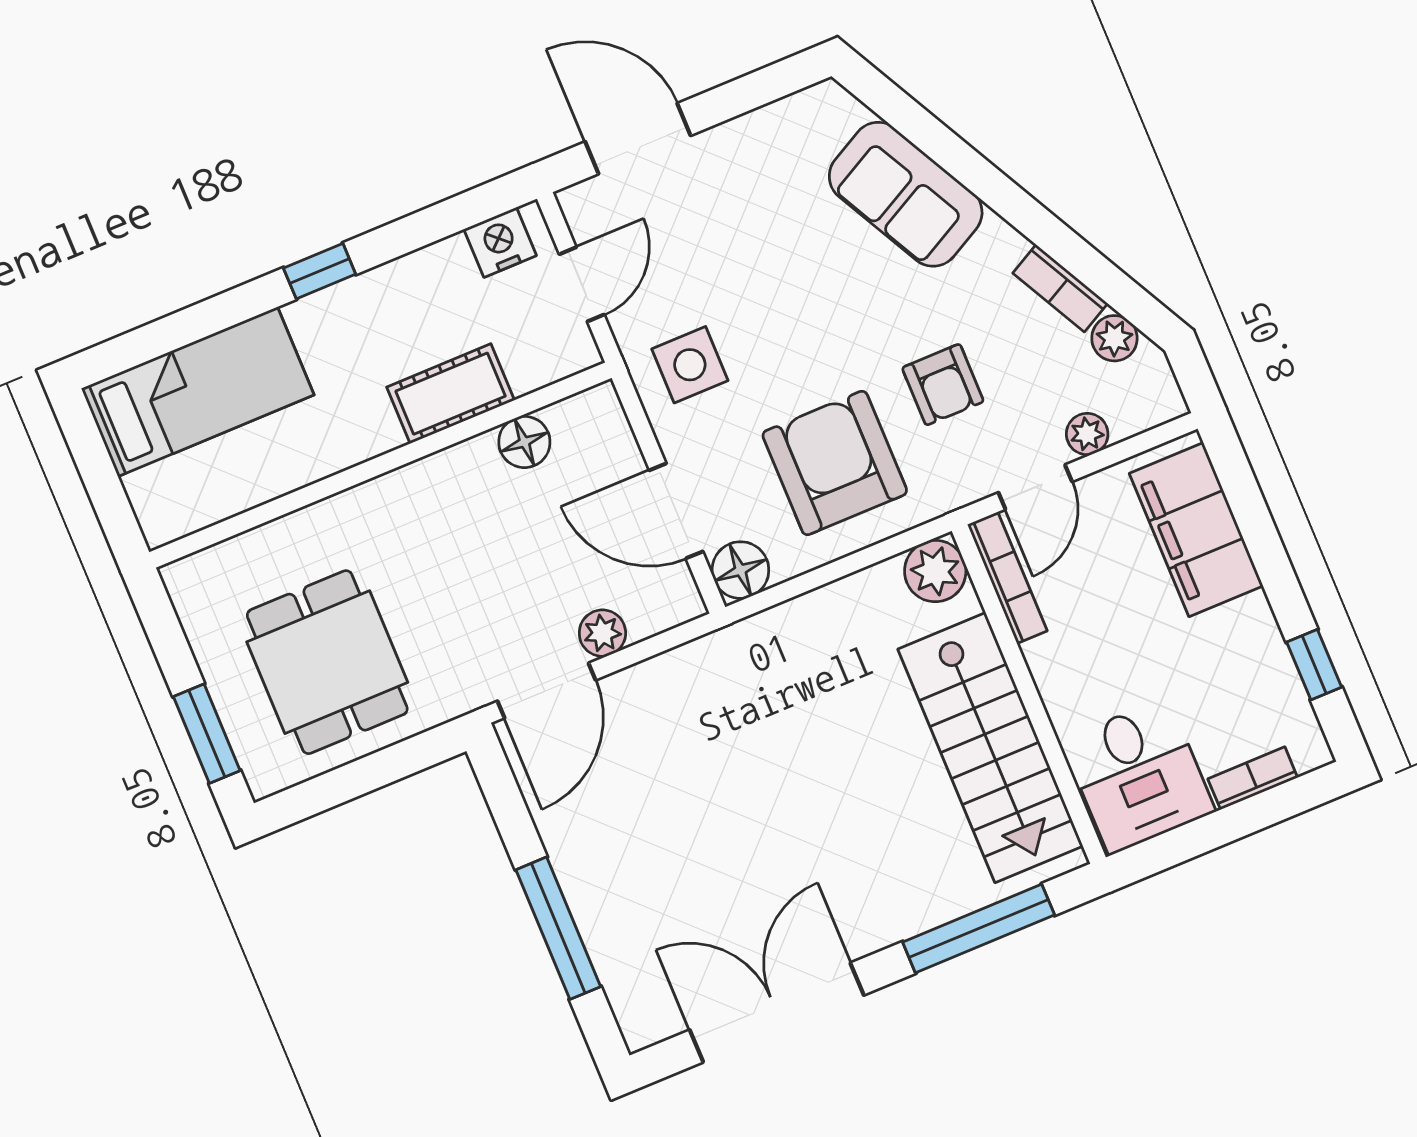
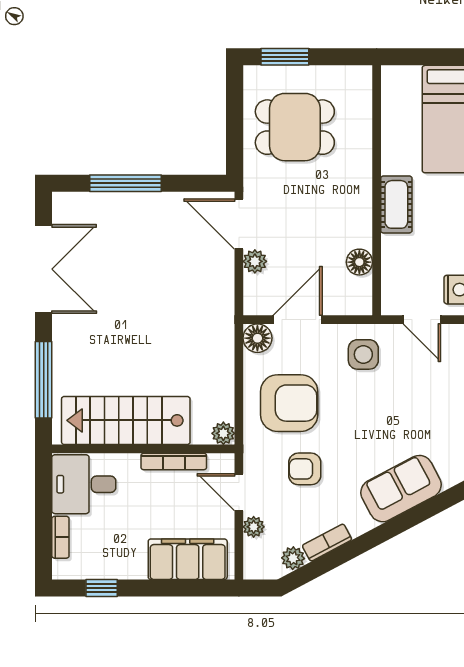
cot: (451, 394) -> (396, 204), moved
plant: (935, 571) -> (223, 433), width x0.73, depth x0.73
bookcase: (1007, 578) -> (174, 461), moved

